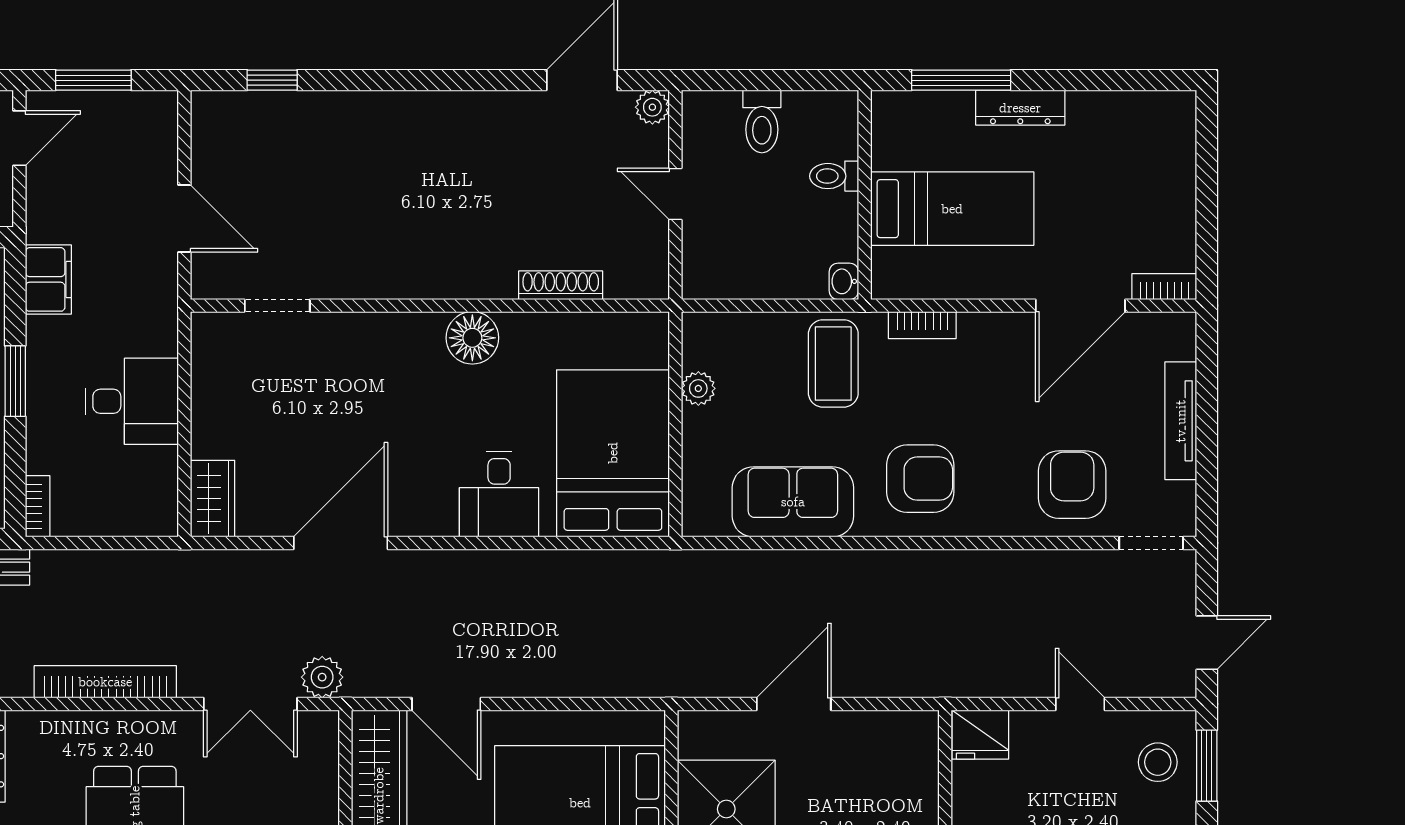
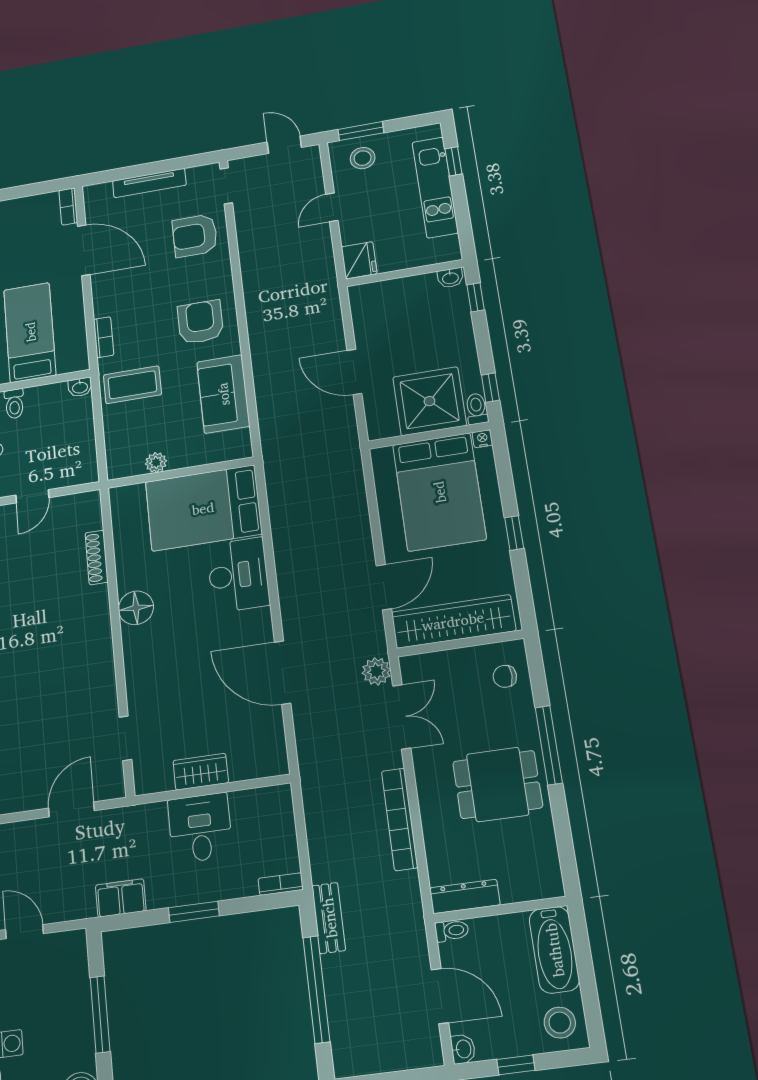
desk: (499, 494) -> (238, 575), width x1.37
wardrobe: (213, 498) -> (201, 772), moved

